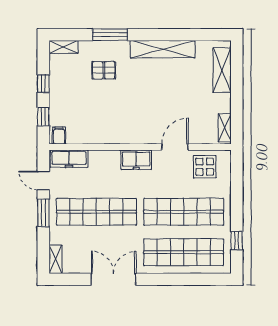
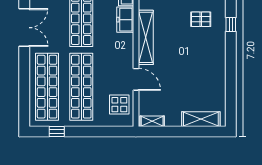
window: (110, 35) -> (231, 25), width x0.46
shelving: (163, 49) -> (146, 37), moved
pallet: (104, 70) -> (201, 19), turned 90
freezer: (136, 160) -> (125, 20), moved

